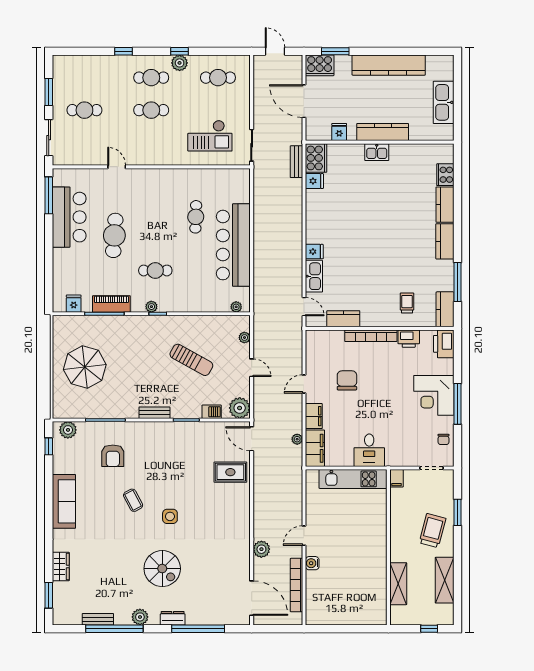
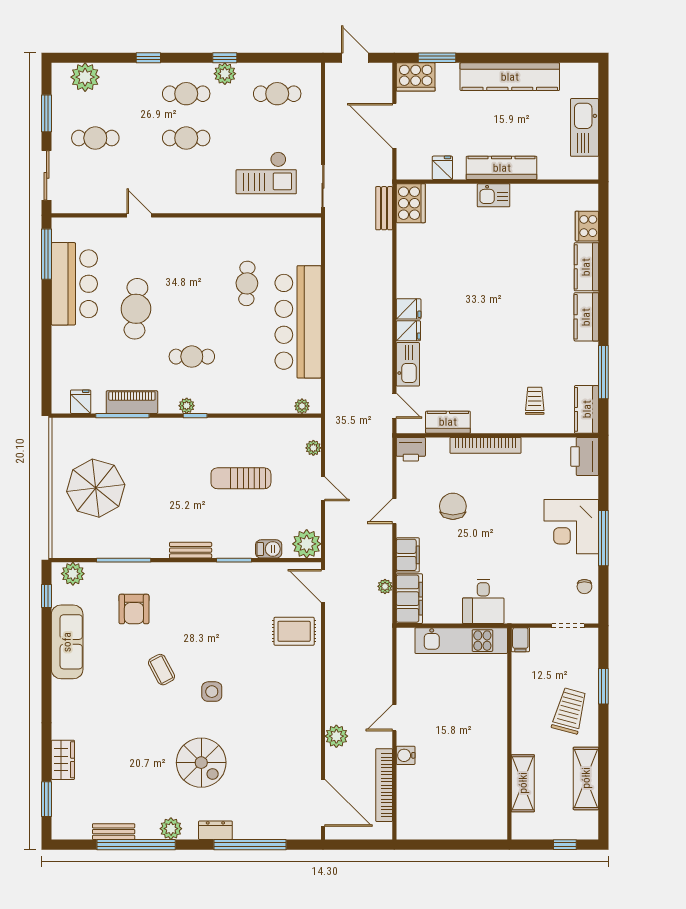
plant: (77, 65) -> (85, 77), added
fridge: (314, 181) -> (409, 309), moved
printer: (409, 339) -> (411, 449), moved
sun lounger: (191, 360) -> (241, 478), turned 151
sofa: (64, 501) -> (67, 642), moved

